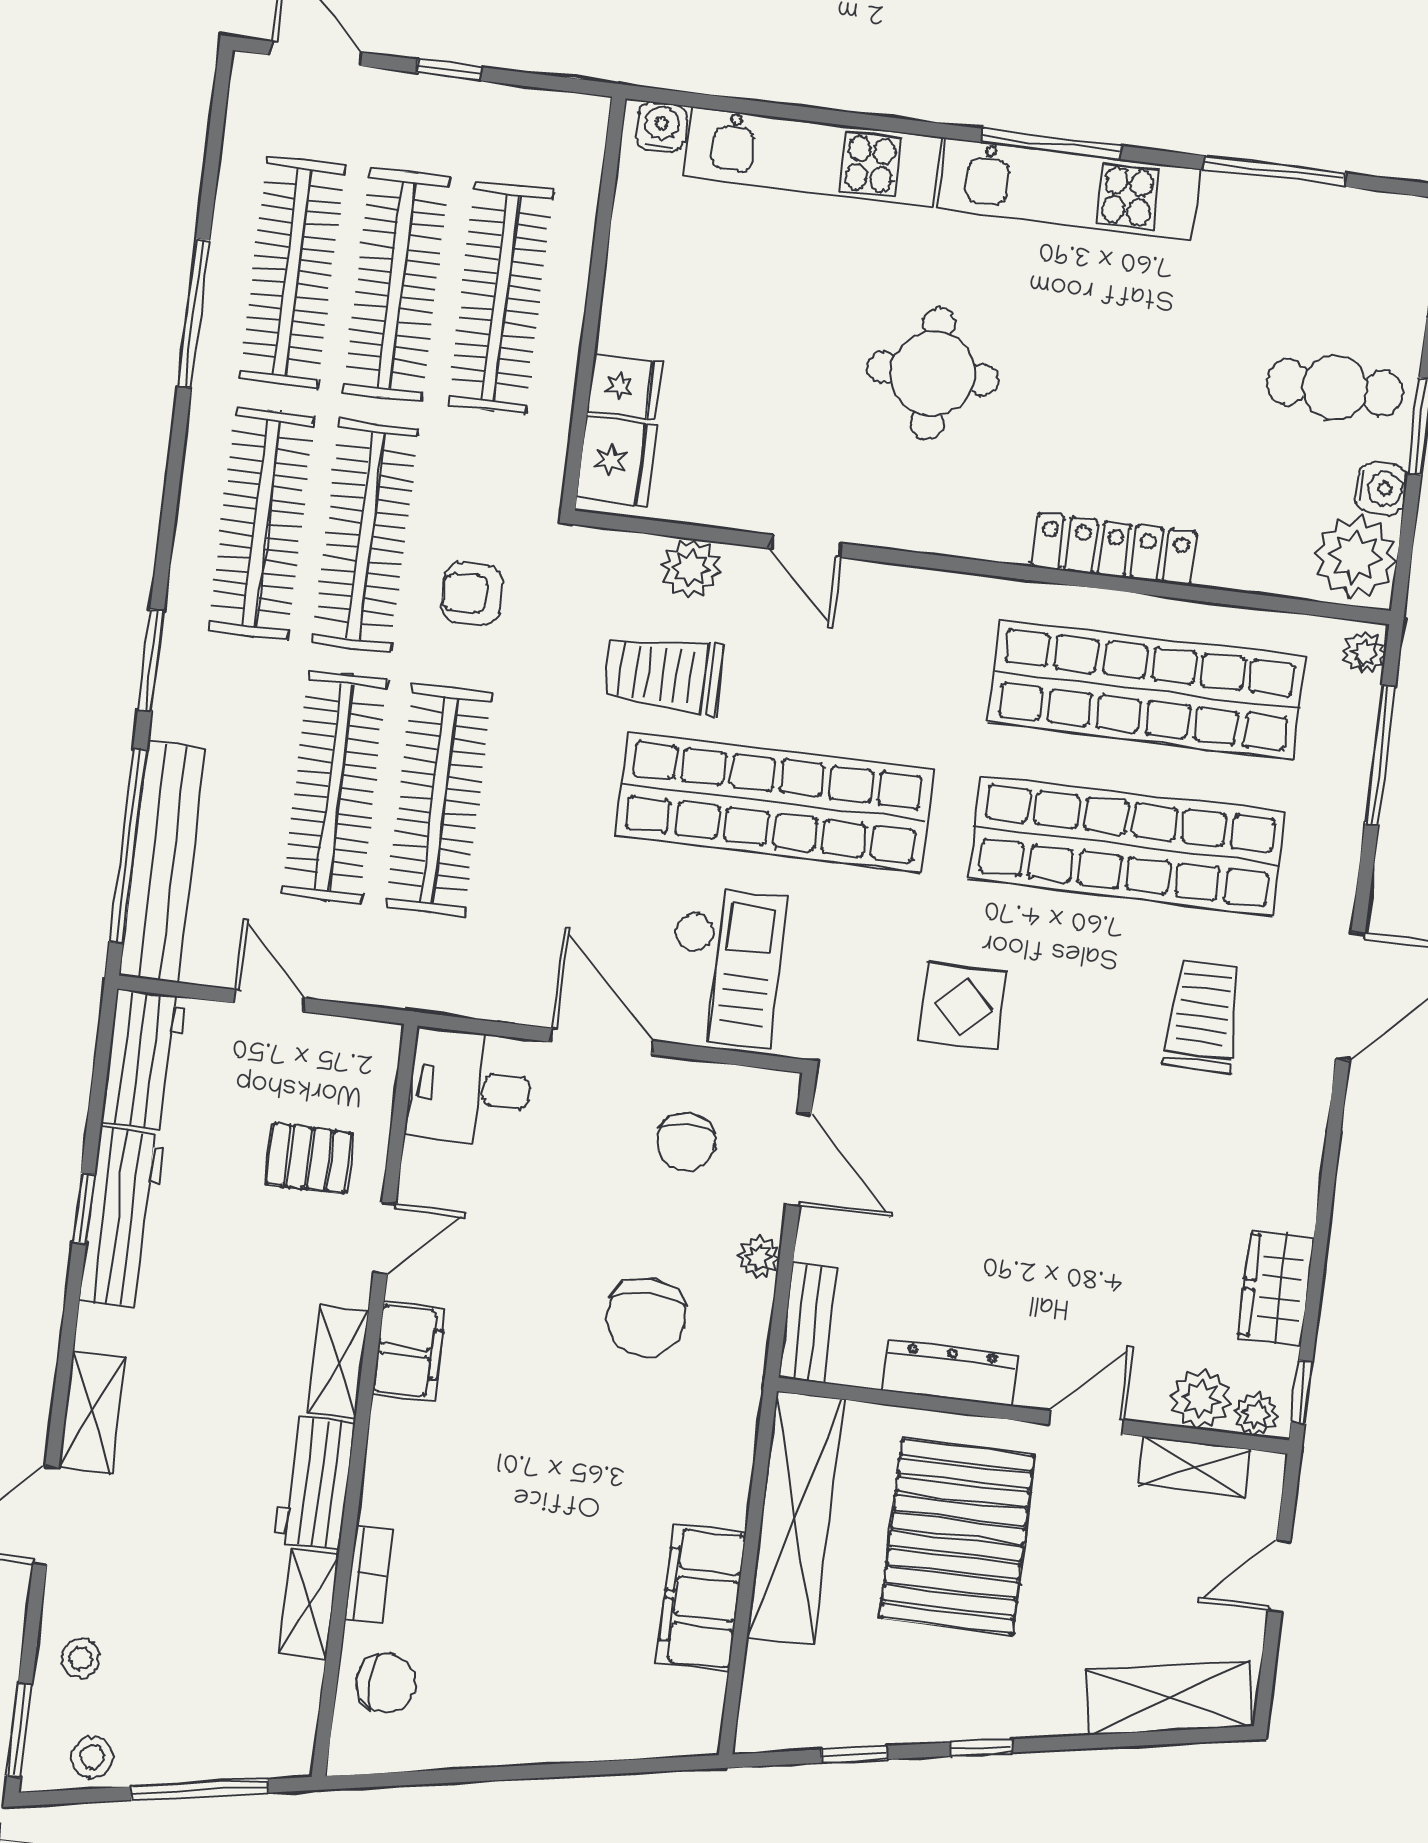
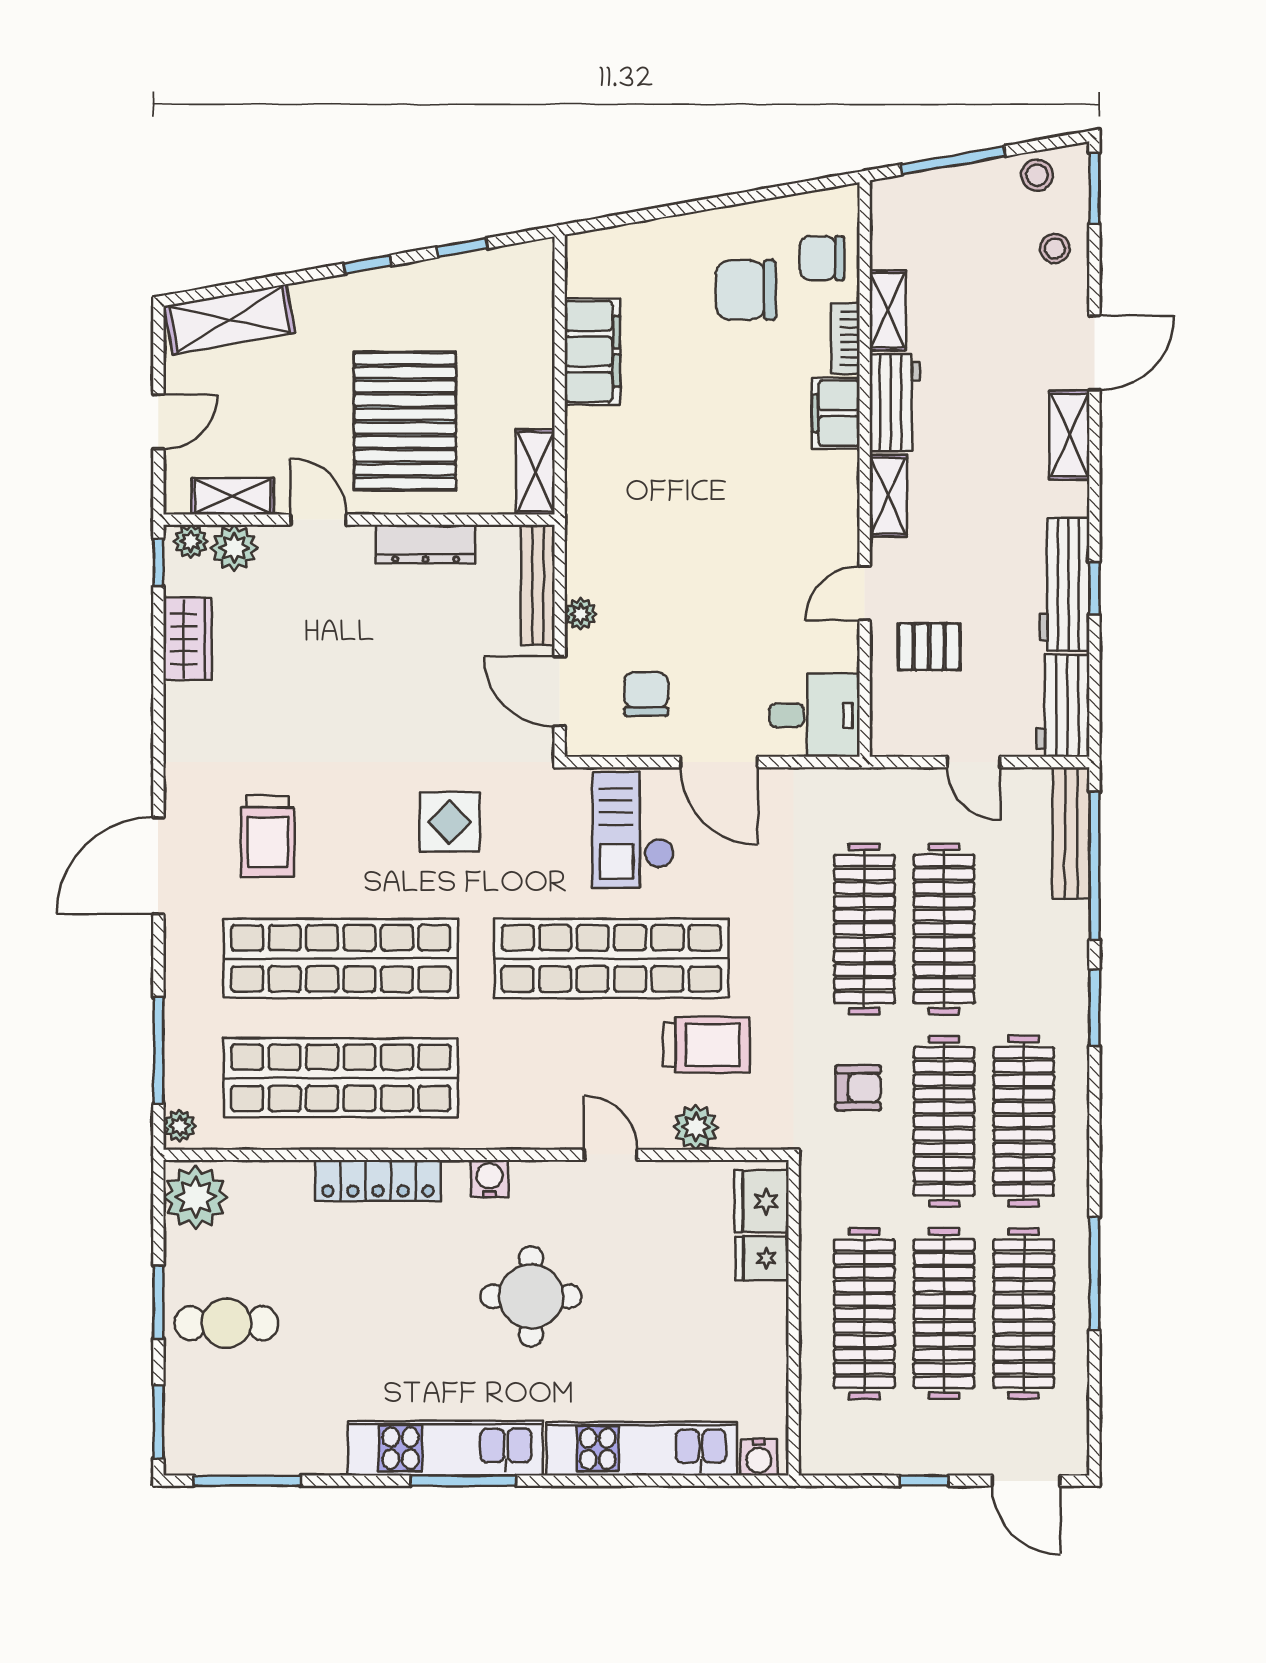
window: (1274, 171) -> (247, 1481), moved
water cooler: (1381, 488) -> (490, 1179), moved, turned 90
bench: (162, 862) -> (1071, 833), width x0.73, depth x0.82
chair: (646, 1317) -> (746, 290), moved, turned -90
bench: (808, 1323) -> (538, 585), width x1.36
filing cabinet: (409, 1351) -> (836, 413), moved
door: (1086, 1422) -> (319, 520), swing flipped
shelving: (795, 1518) -> (535, 472), width x0.45, depth x0.75

